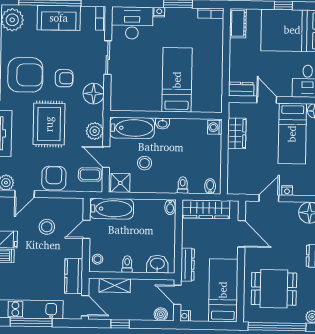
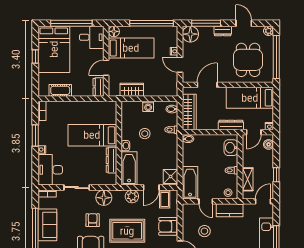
cot: (238, 23) -> (60, 90), moved
dresser: (144, 105) -> (111, 160), added
washing machine: (215, 127) -> (148, 106), moved
stool: (145, 163) -> (145, 134), moved
kitchen counter: (74, 276) -> (230, 210), moved

